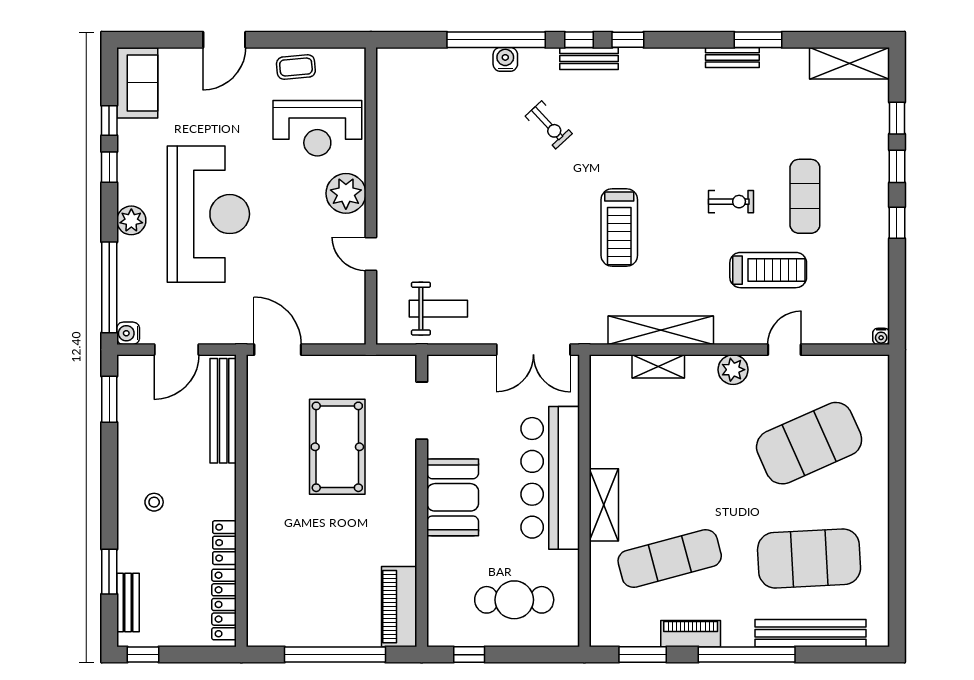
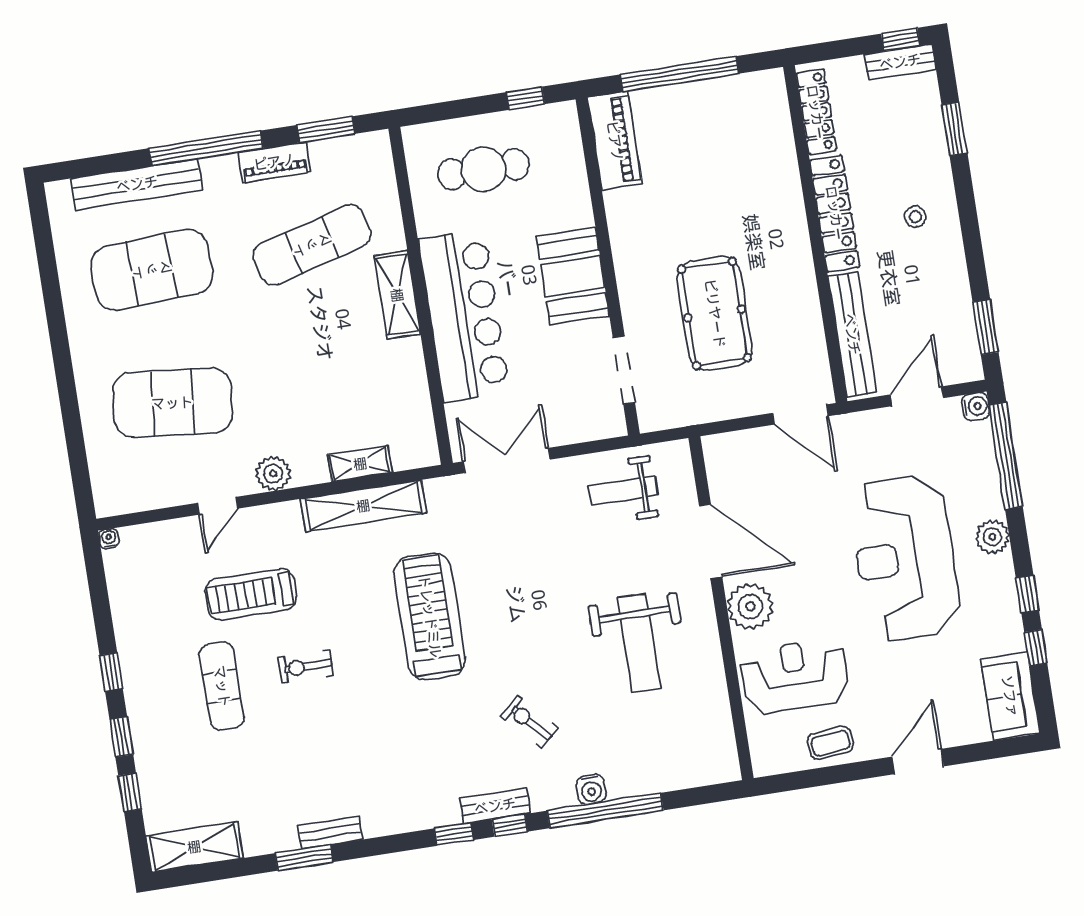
weight bench: (445, 177) -> (639, 643), added
treadmill: (619, 228) -> (430, 616), width x1.37, depth x1.38
door: (371, 254) -> (711, 541), width x1.87
exercise mat: (809, 443) -> (172, 403), turned 30
locker: (224, 543) -> (835, 213), width x2.16, depth x1.21
bench: (128, 603) -> (900, 62), moved, turned 90

